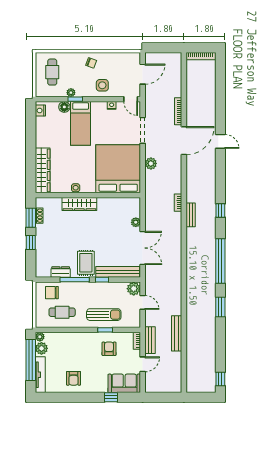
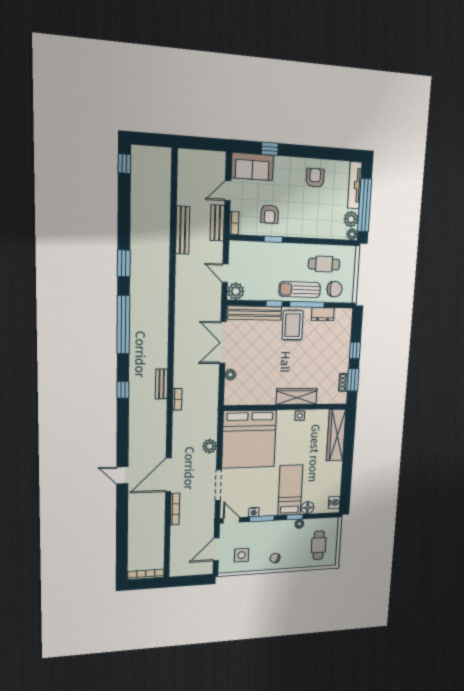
side table: (102, 85) -> (242, 555), moved
window: (104, 99) -> (262, 519), added
sun lounger: (104, 315) -> (300, 290), moved

